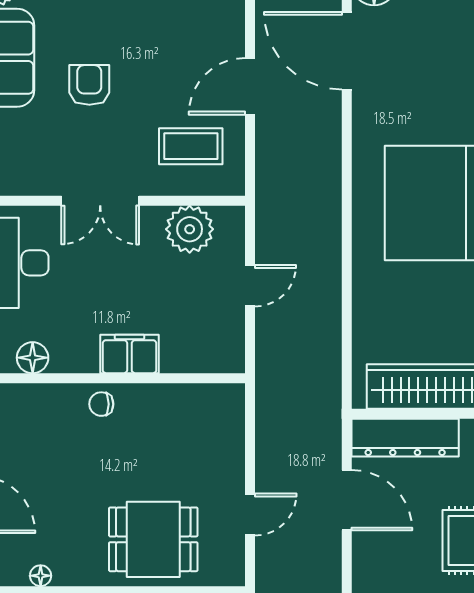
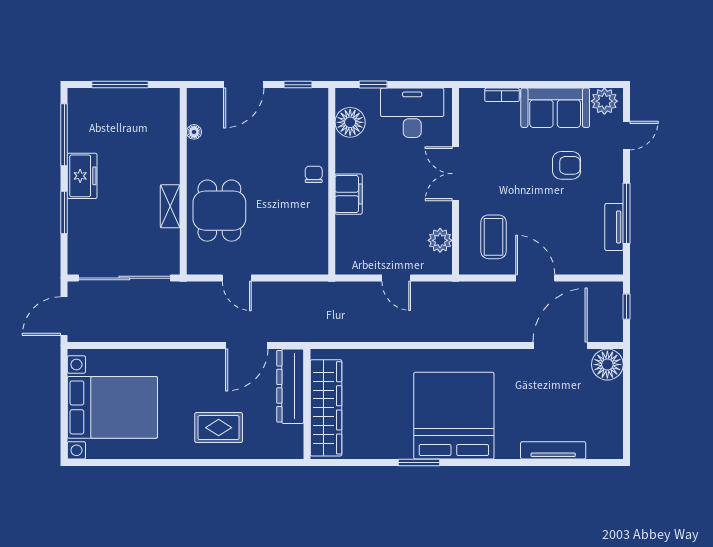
armchair: (89, 85) -> (567, 165), moved
plant: (190, 229) -> (440, 240), width x0.73, depth x0.73
floor lamp: (33, 358) -> (350, 122), width x1.38, depth x1.38

